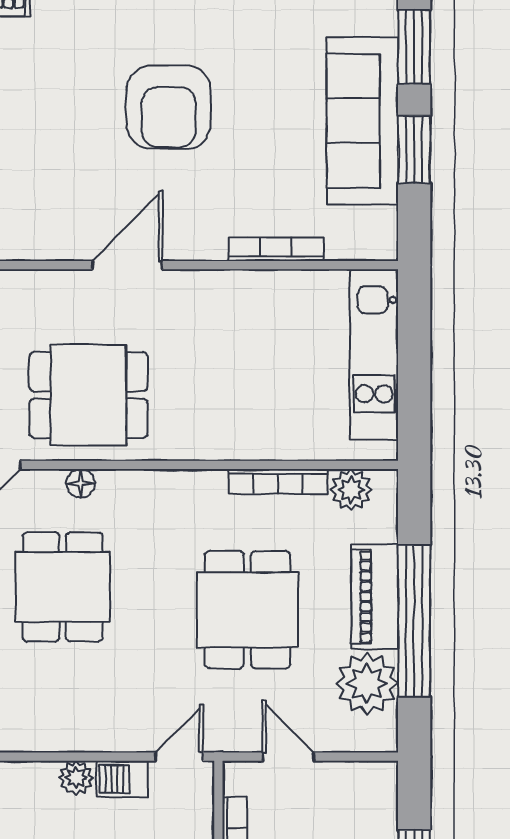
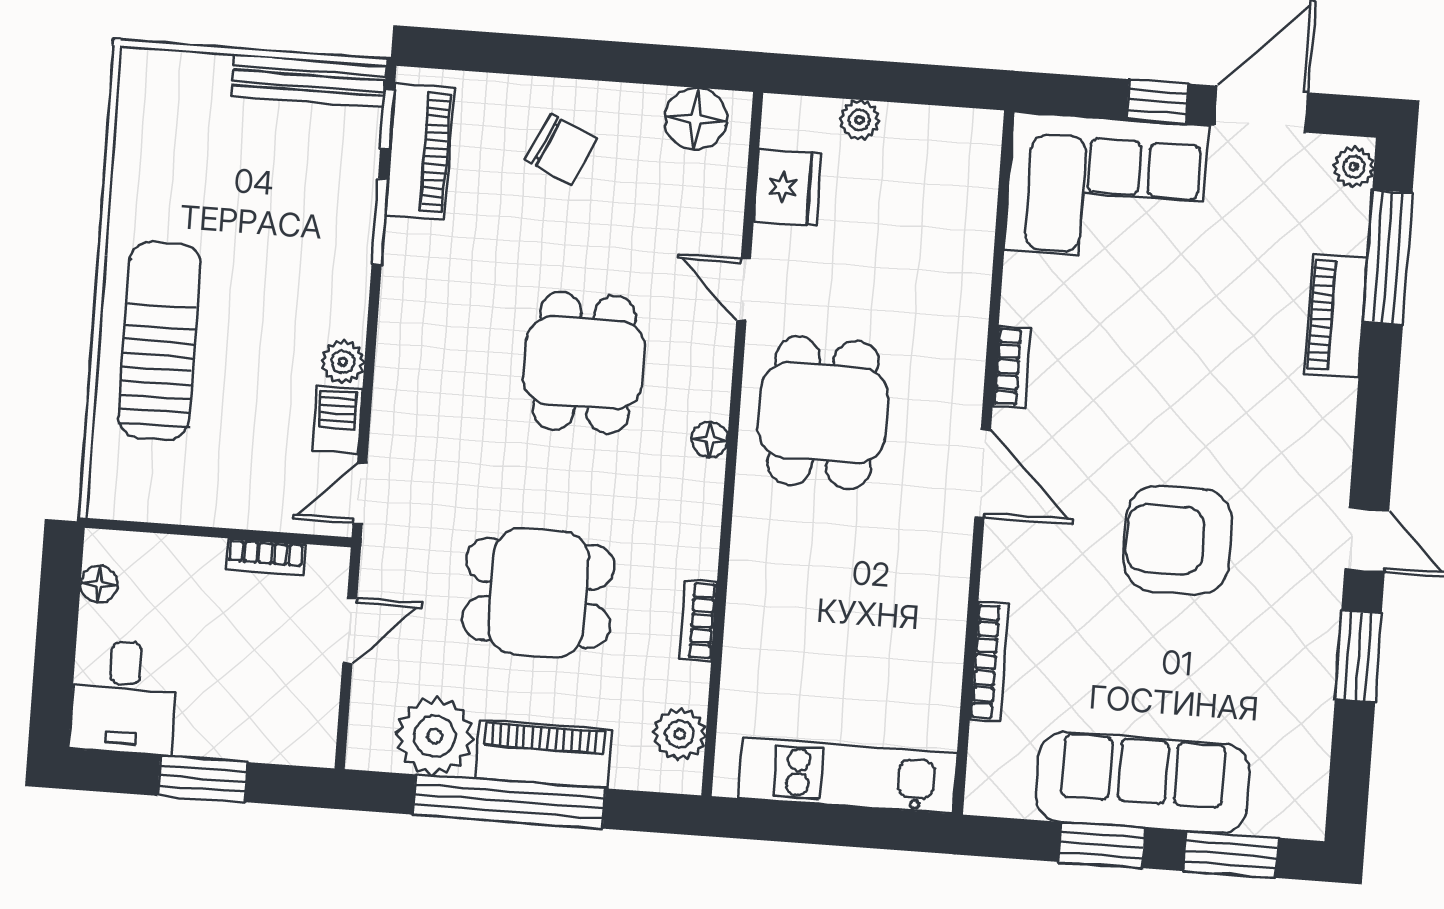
bookcase: (41, 248) -> (1012, 367), added
bookcase: (278, 482) -> (698, 621), width x0.64
floor lamp: (81, 483) -> (710, 439), moved
dining table: (63, 587) -> (584, 363), turned 90
door: (179, 757) -> (360, 493), swing flipped

